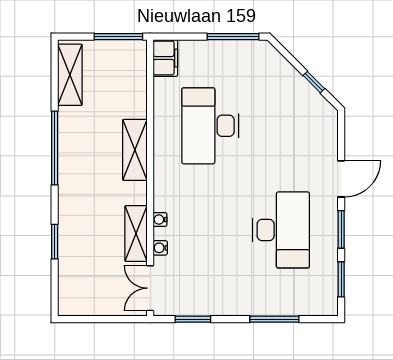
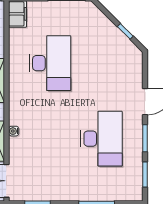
desk: (210, 126) -> (50, 63), turned 180
water cooler: (160, 248) -> (14, 152), removed

